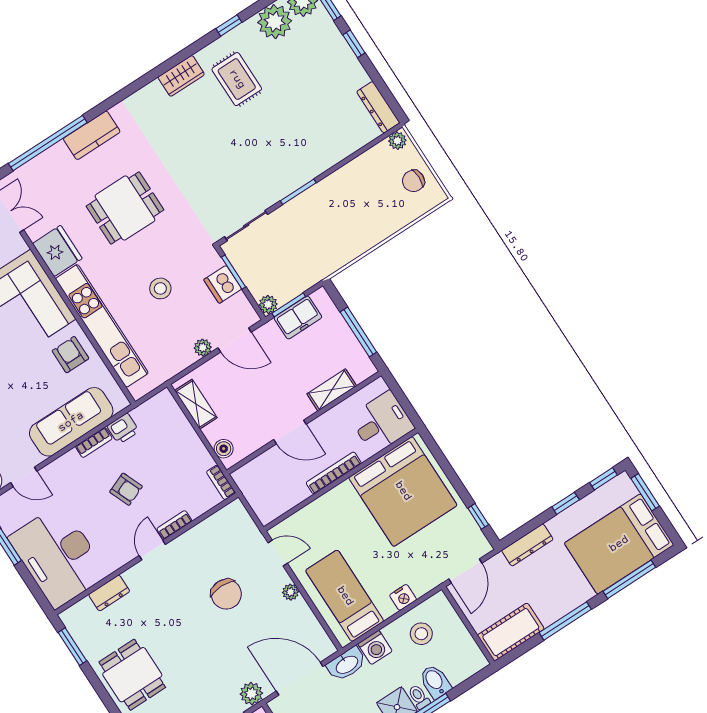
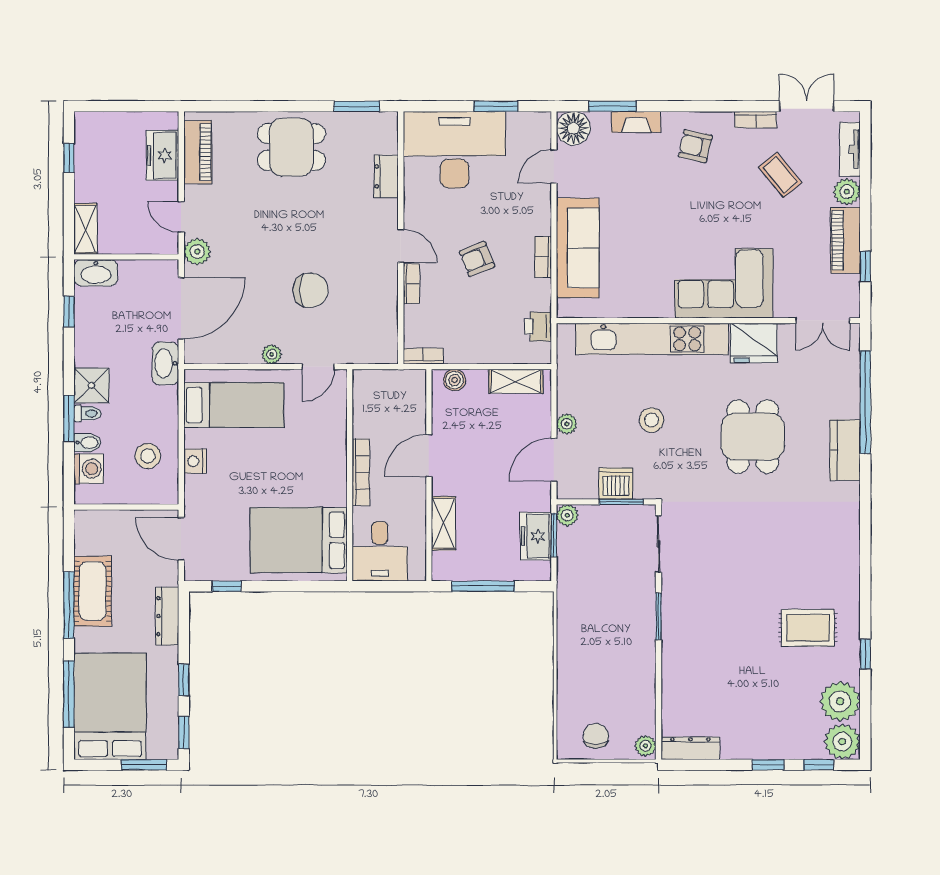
wardrobe: (181, 76) -> (846, 575), removed
armchair: (70, 355) -> (644, 290), removed
printer: (123, 429) -> (538, 327), moved
bed: (403, 491) -> (299, 540), width x0.73
chair: (226, 594) -> (311, 290), turned 180
cot: (511, 632) -> (93, 591), moved
washing machine: (375, 647) -> (89, 469), moved, turned 180
bidet: (435, 681) -> (87, 443), width x0.72, depth x0.74

